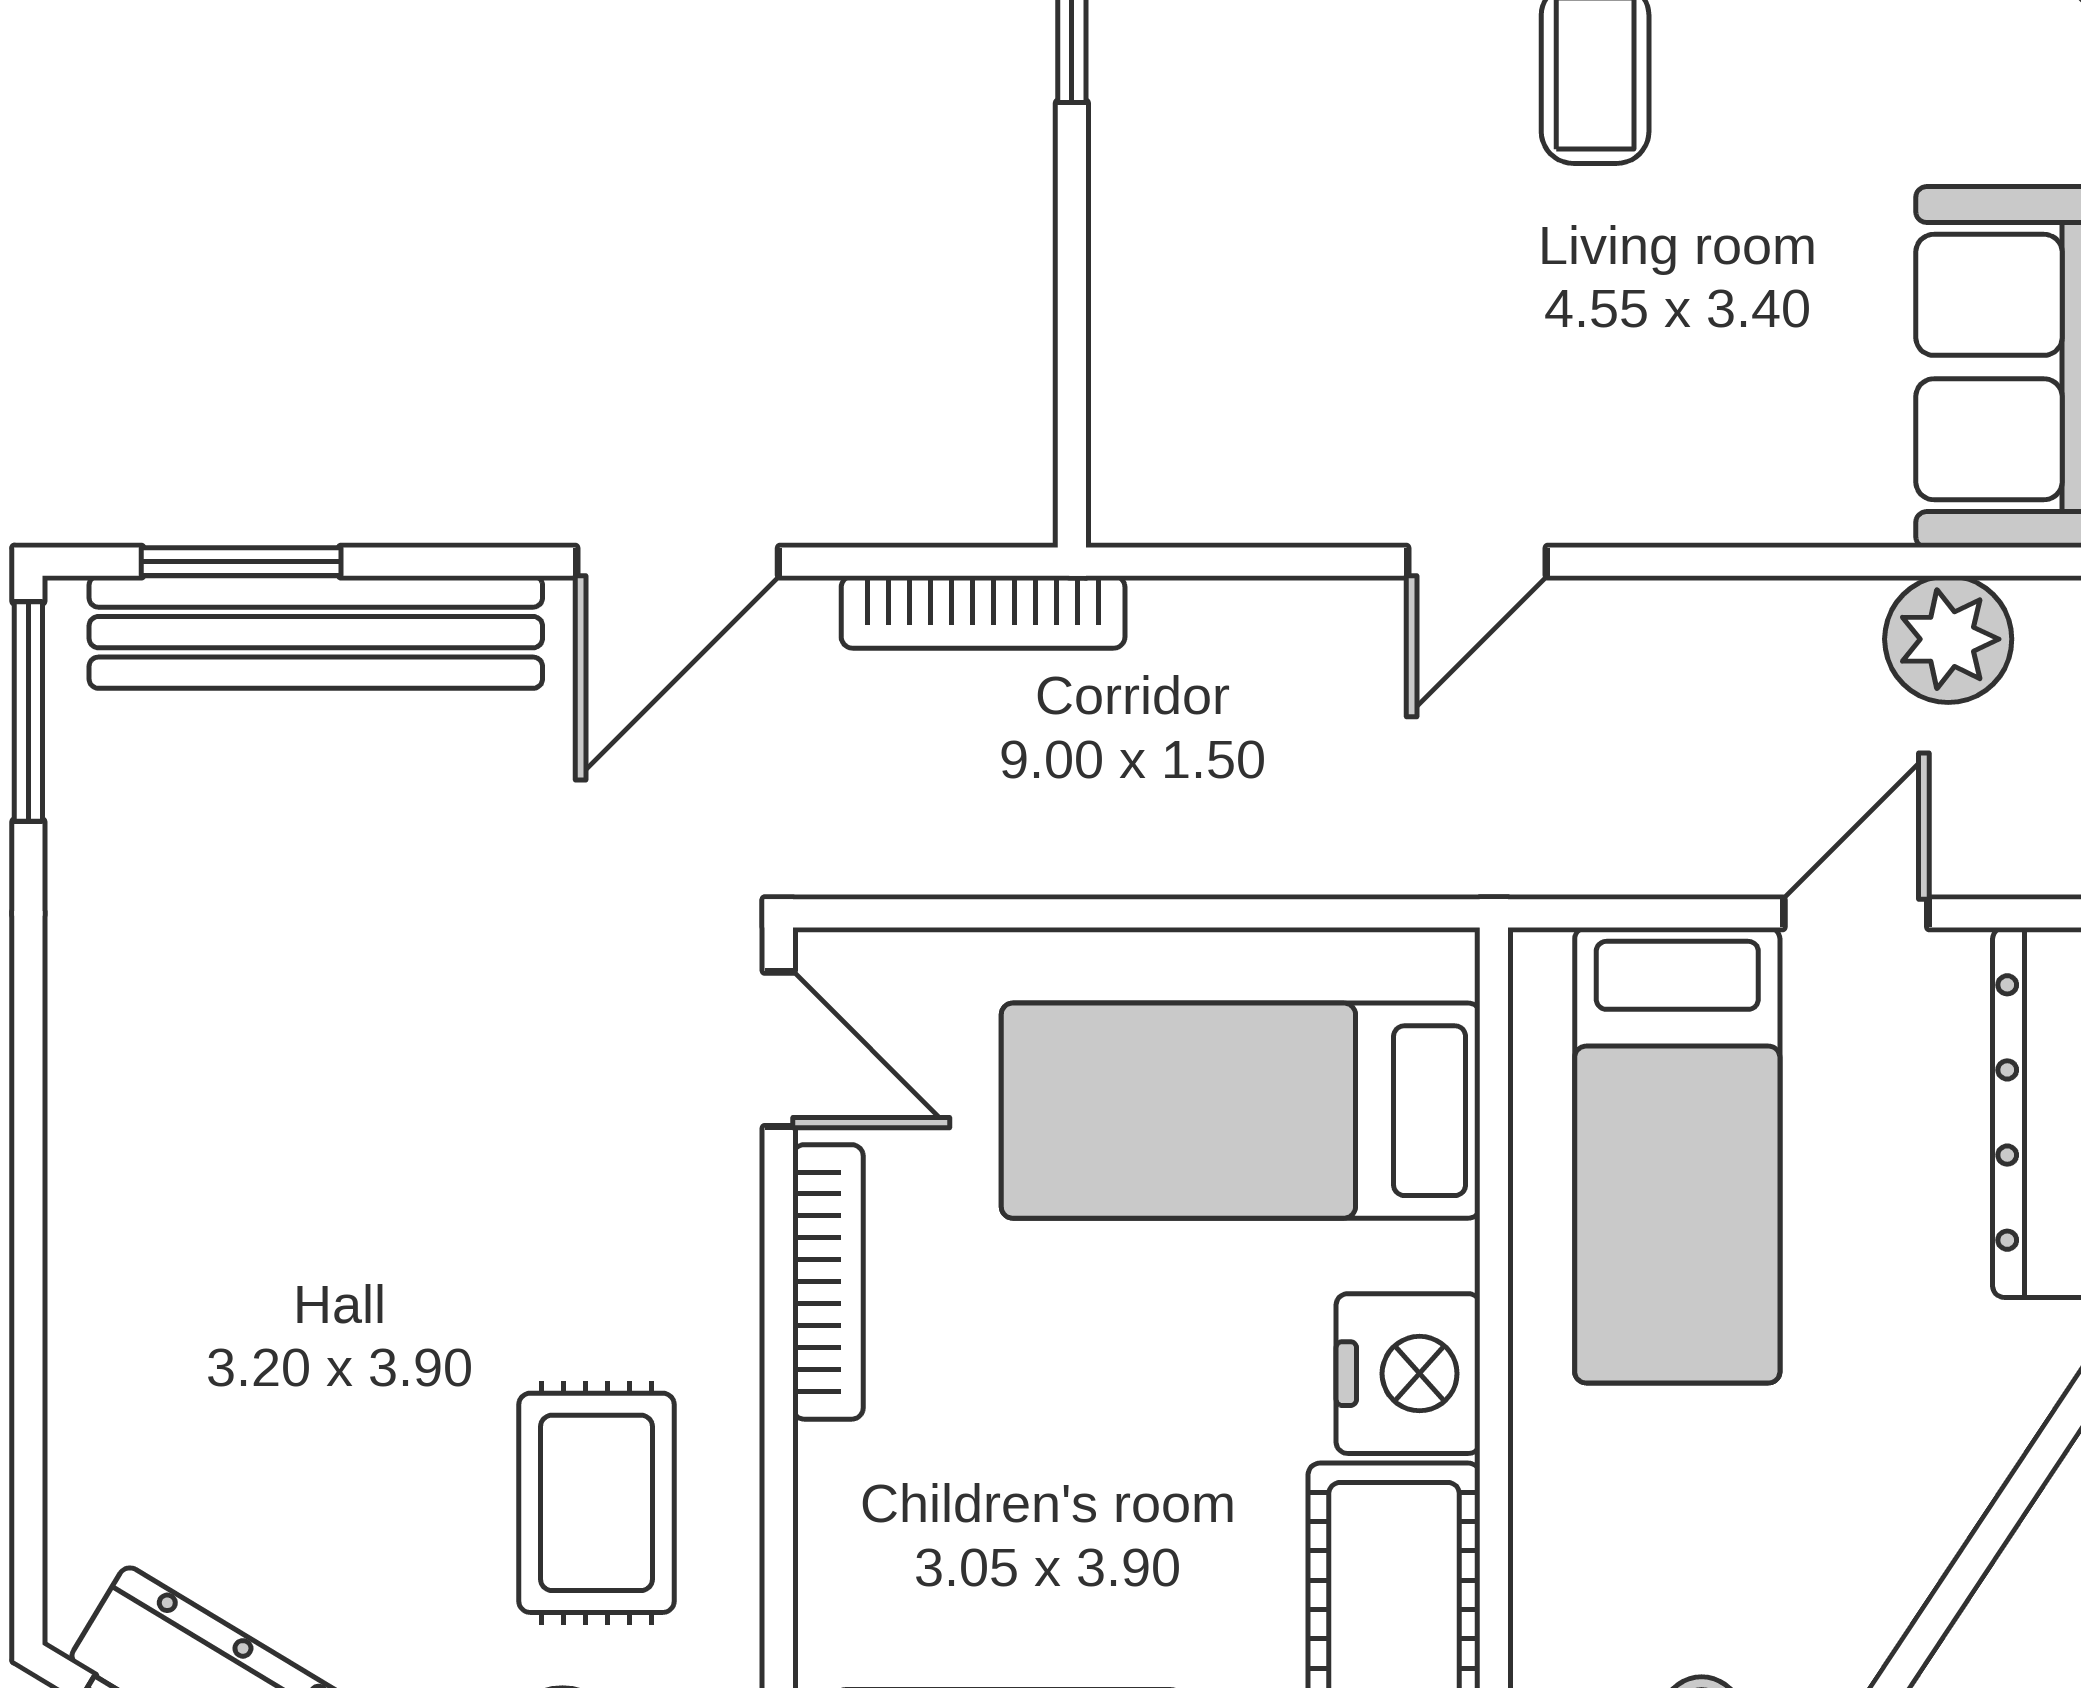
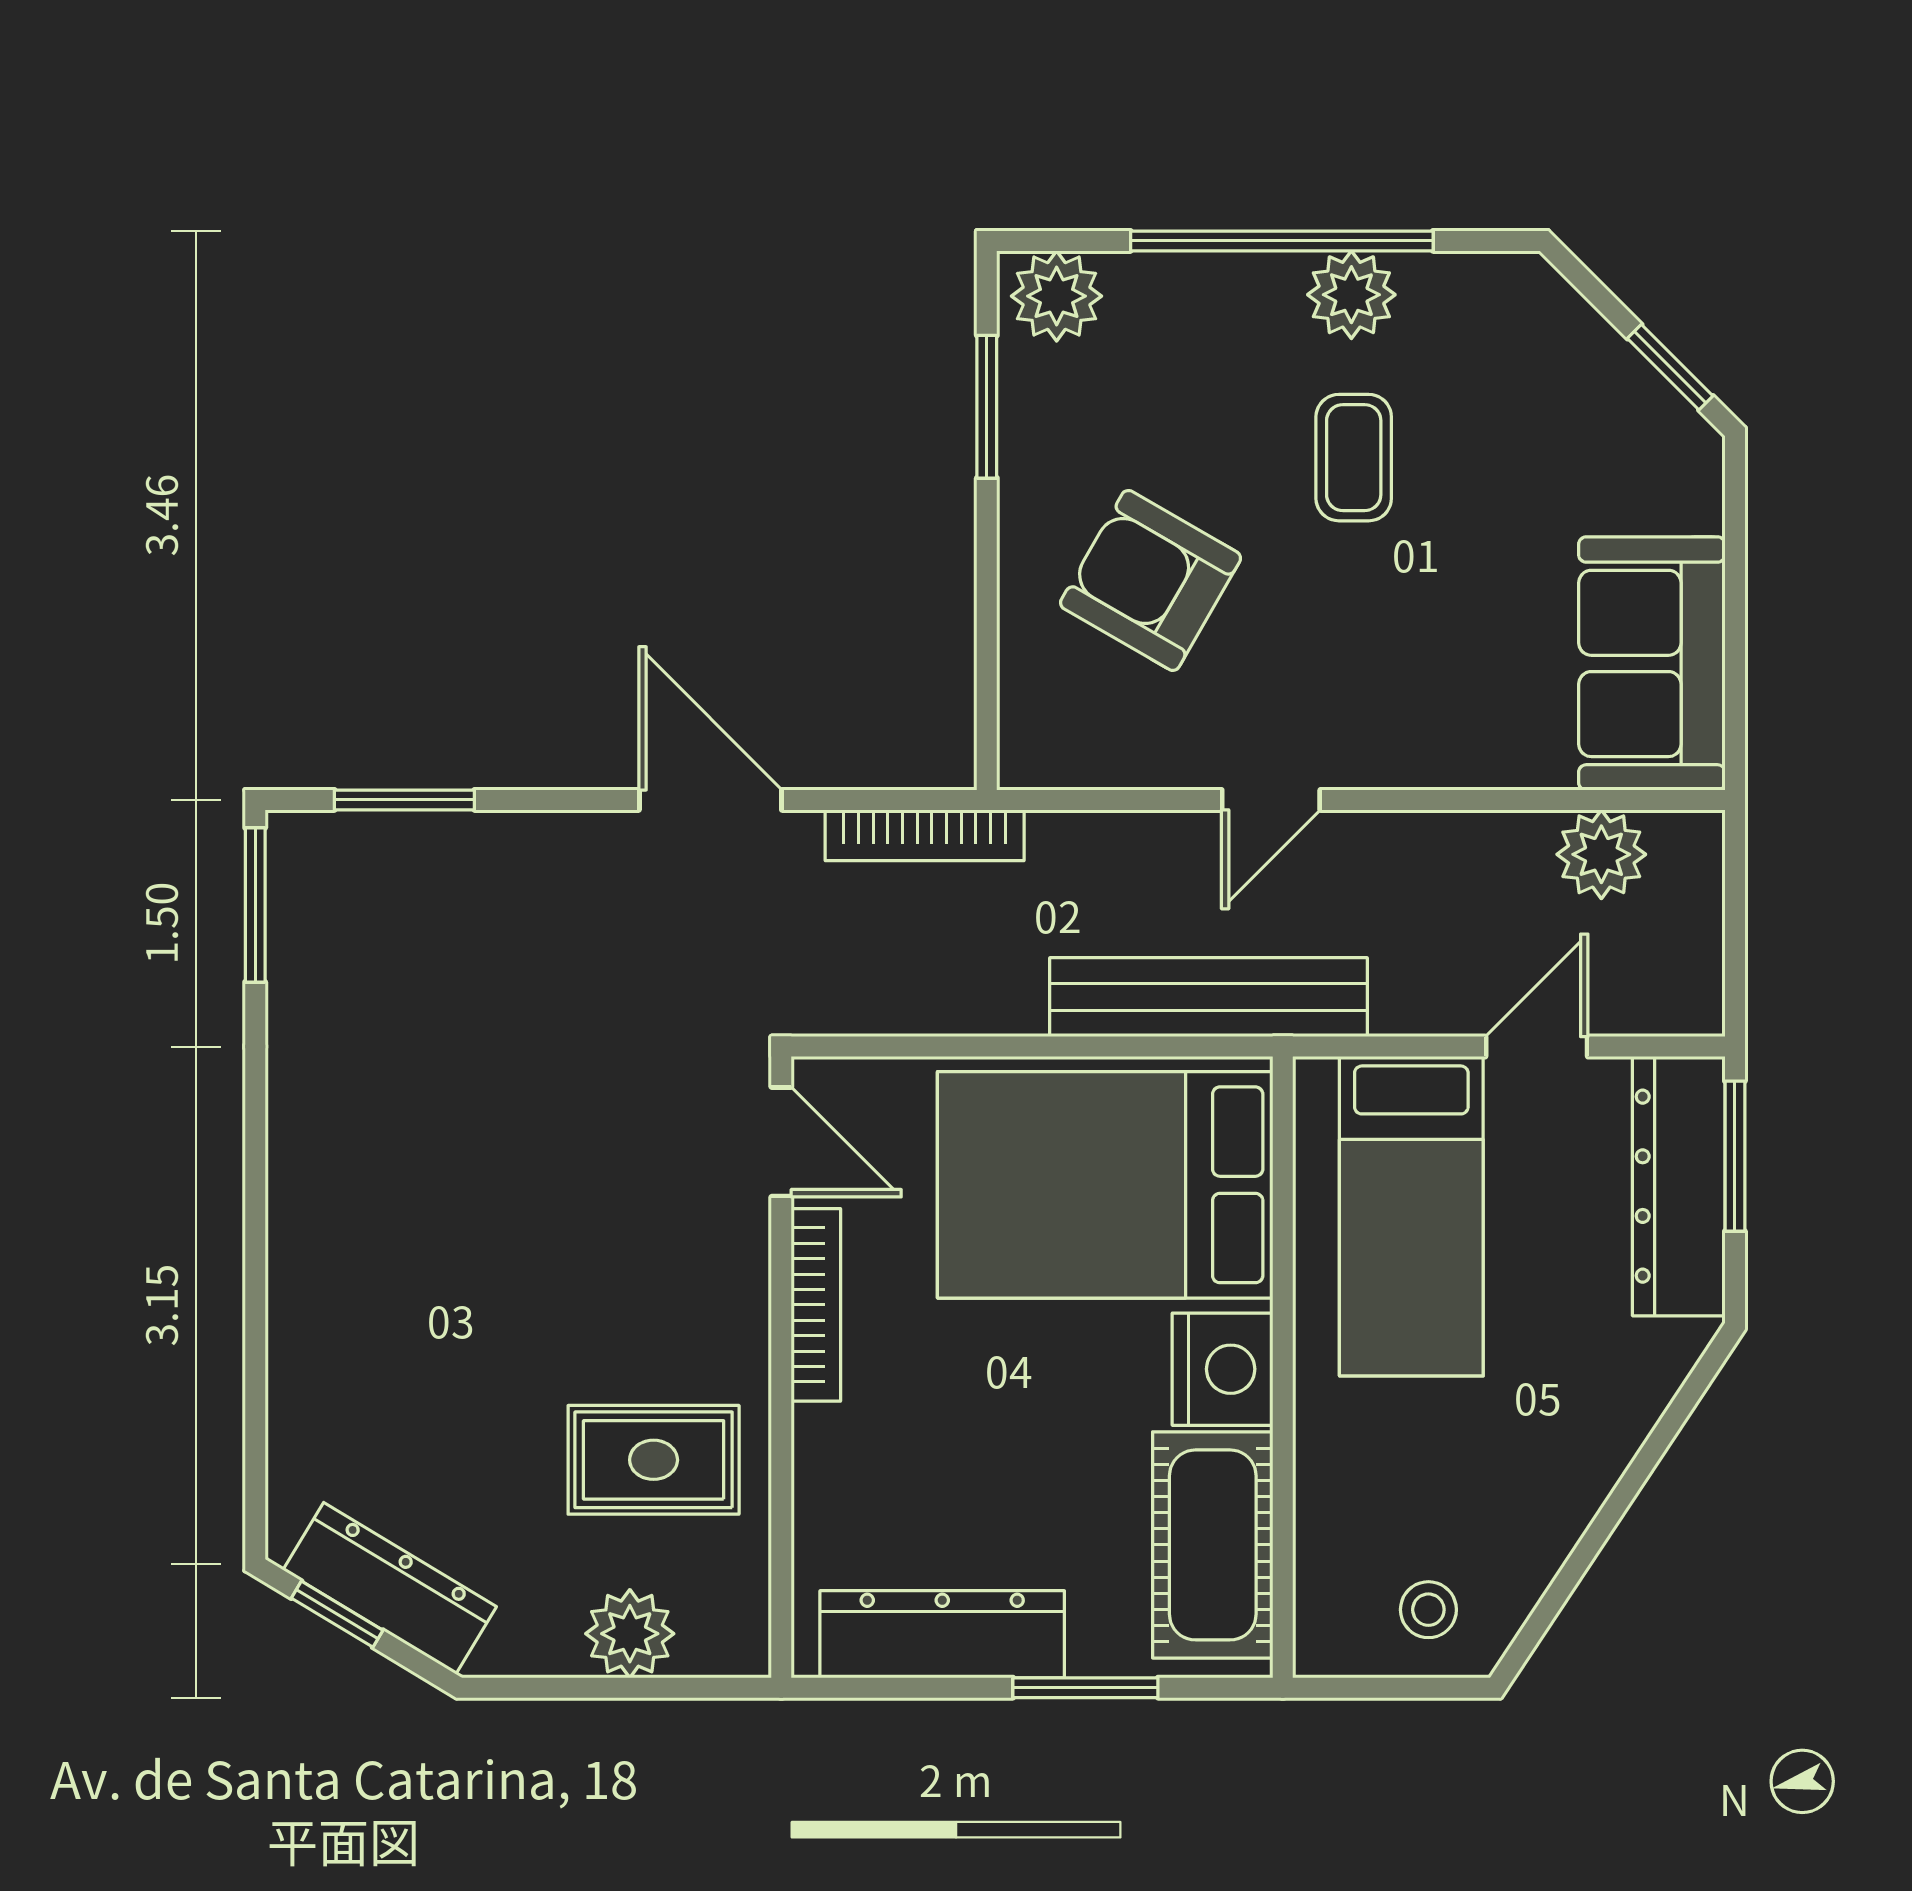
armchair: (1305, 249) -> (1151, 580), added
door: (678, 562) -> (710, 800), swing flipped
bench: (316, 632) -> (1208, 997), moved
bed: (1241, 1111) -> (1105, 1185), width x1.50
rug: (596, 1503) -> (654, 1460), turned 90

